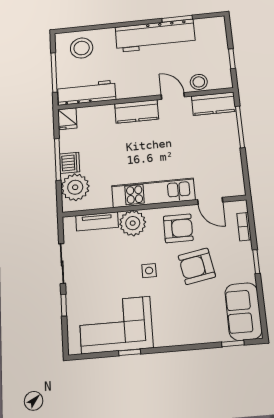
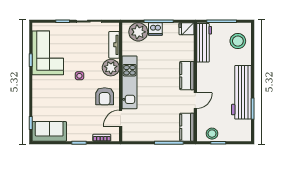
stool: (199, 82) -> (212, 134), moved
armchair: (197, 266) -> (79, 106), removed

